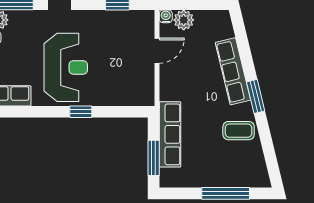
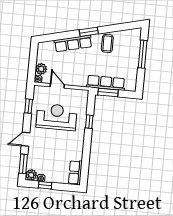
reception desk: (66, 67) -> (57, 117), moved
window: (81, 112) -> (89, 122), moved
window: (154, 158) -> (108, 92), moved

